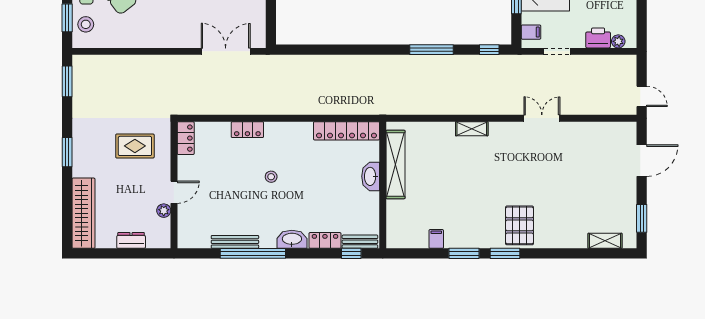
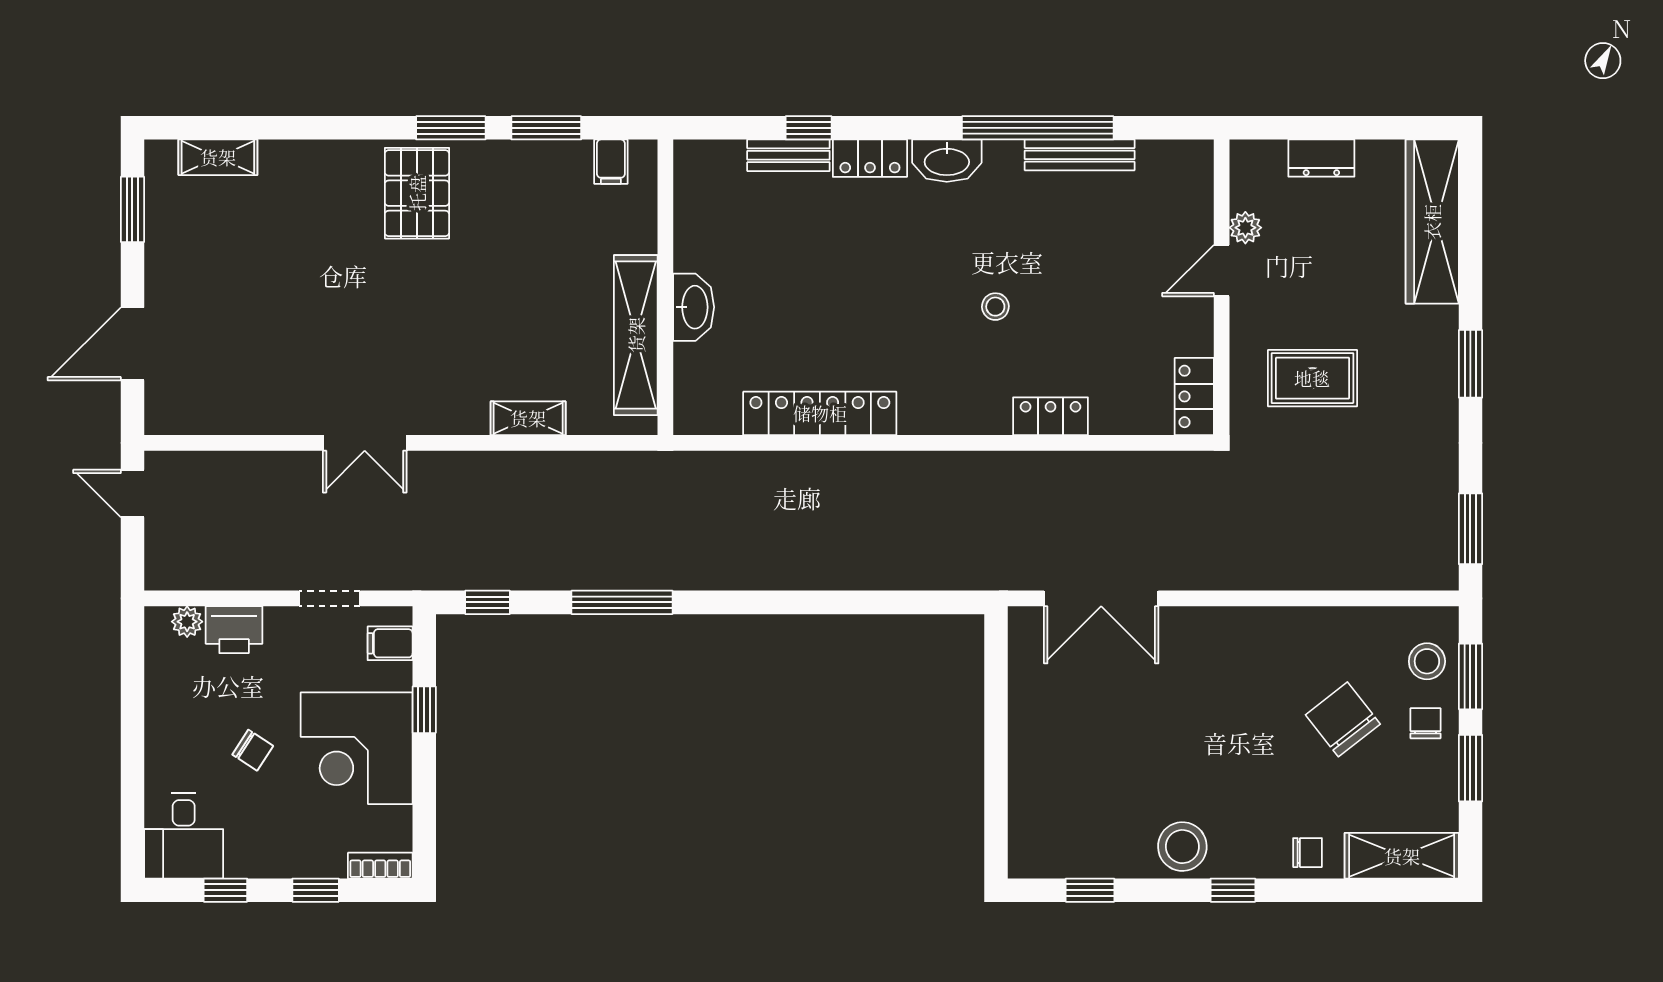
shelving: (395, 164) -> (636, 335), moved
washbasin: (371, 176) -> (694, 307), moved
wall: (383, 185) -> (665, 287), moved

